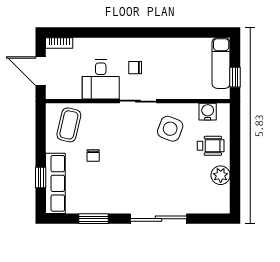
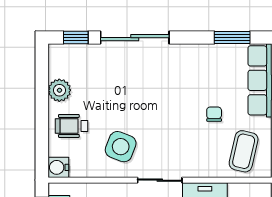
water cooler: (208, 112) -> (58, 167), moved, turned 90
window: (94, 219) -> (232, 38), moved
window: (207, 219) -> (76, 38), added

